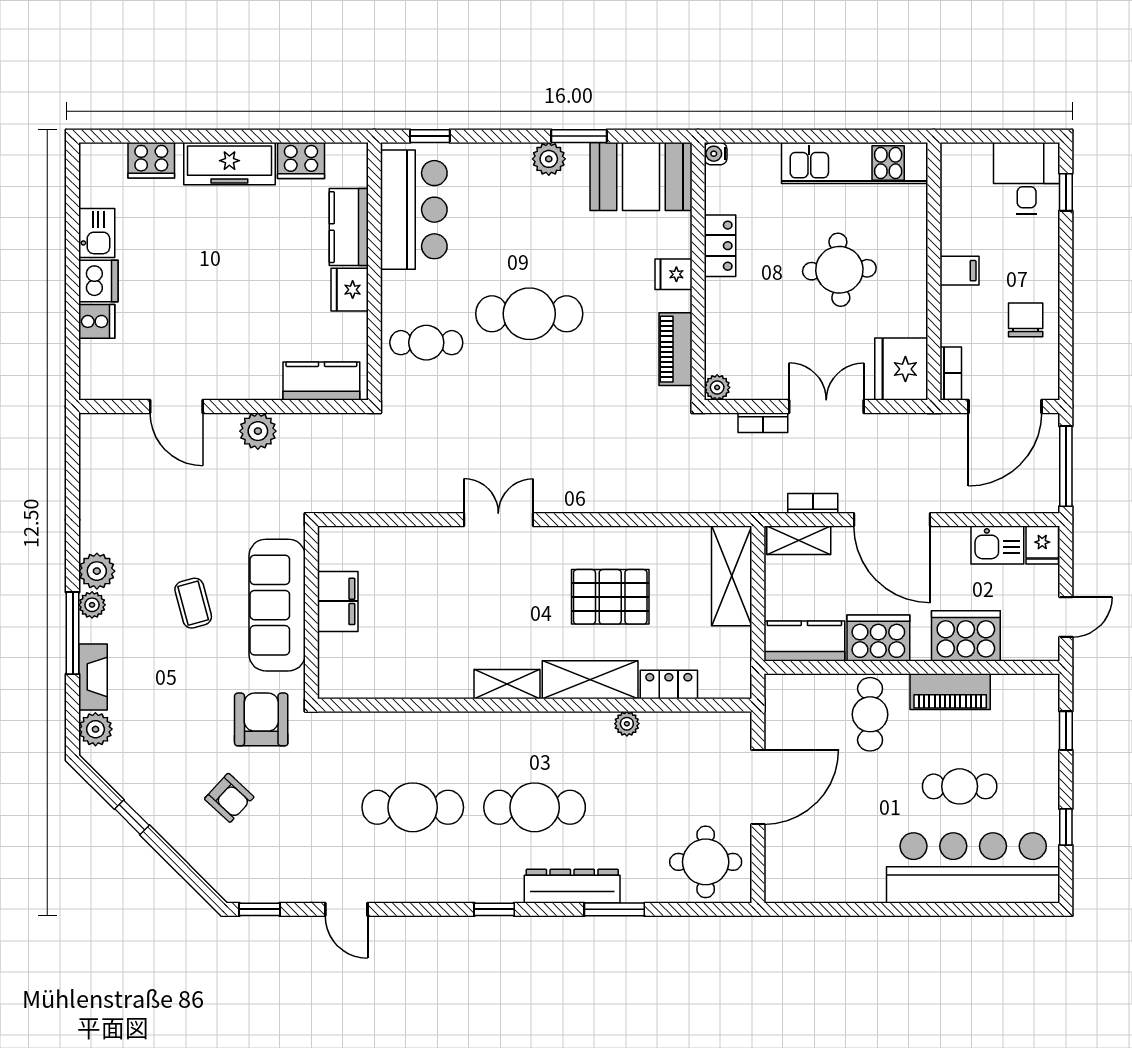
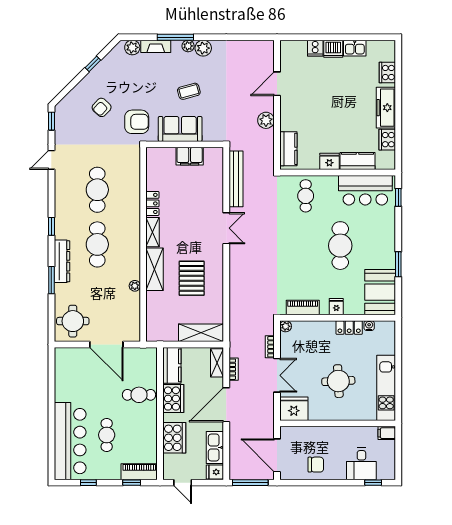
water cooler: (716, 154) -> (369, 326), moved
plant: (549, 159) -> (388, 251), removed
desk: (1027, 178) -> (361, 464), moved, turned 90
filing cabinet: (959, 271) -> (387, 433), moved, turned 90
cafe table: (529, 314) -> (340, 246), moved
bookcase: (951, 373) -> (292, 431), removed
bench: (389, 498) -> (236, 179), added
kitchen sink: (997, 545) -> (215, 447), width x1.38
sofa: (277, 605) -> (180, 129), width x0.73
locker: (669, 684) -> (152, 203), moved
piano: (950, 692) -> (139, 472), moved, turned 90

